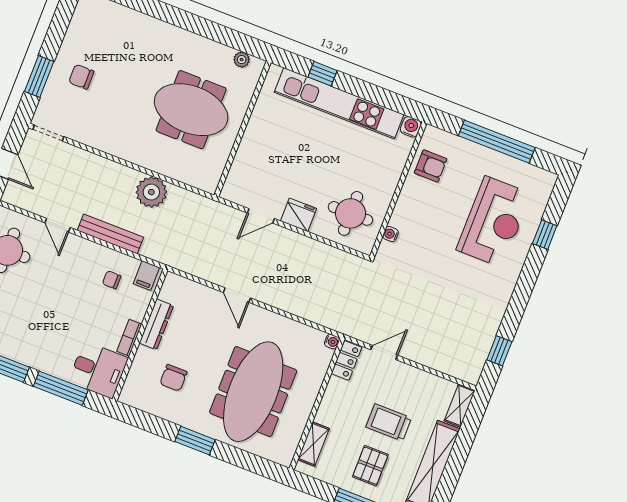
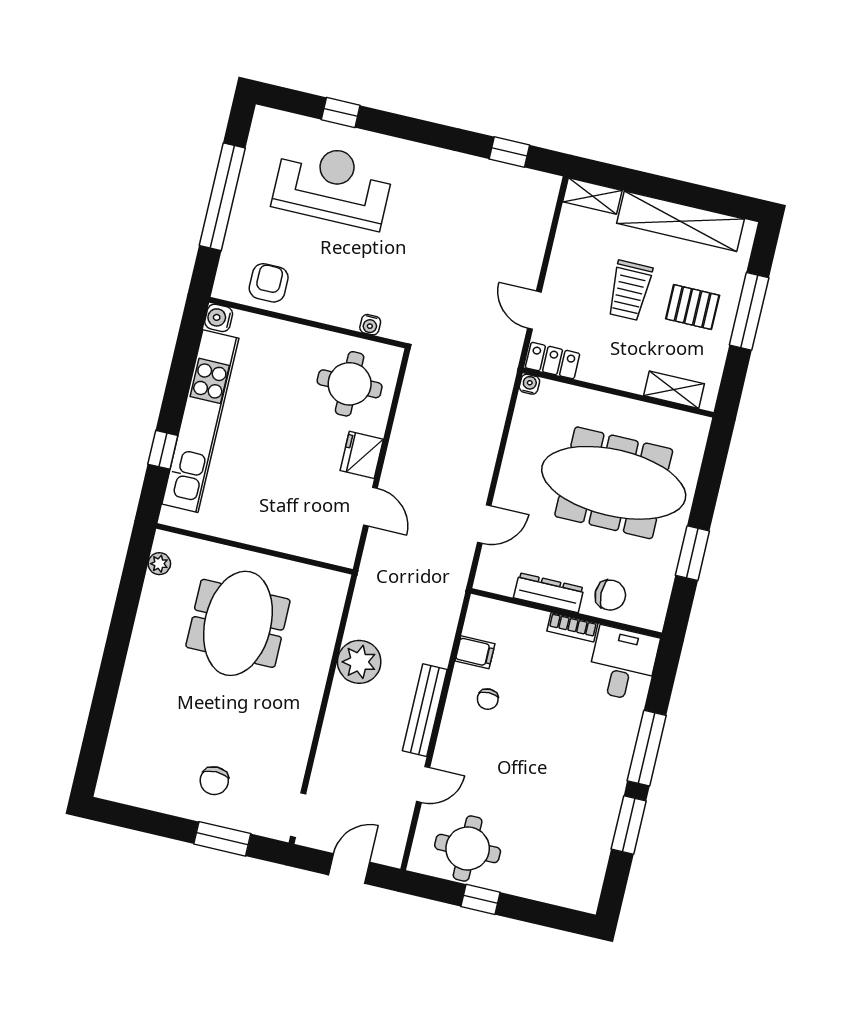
dresser: (156, 324) -> (549, 593), moved
wall: (140, 335) -> (566, 613), moved
bookcase: (129, 338) -> (572, 627), moved
desk: (98, 370) -> (623, 664), moved

